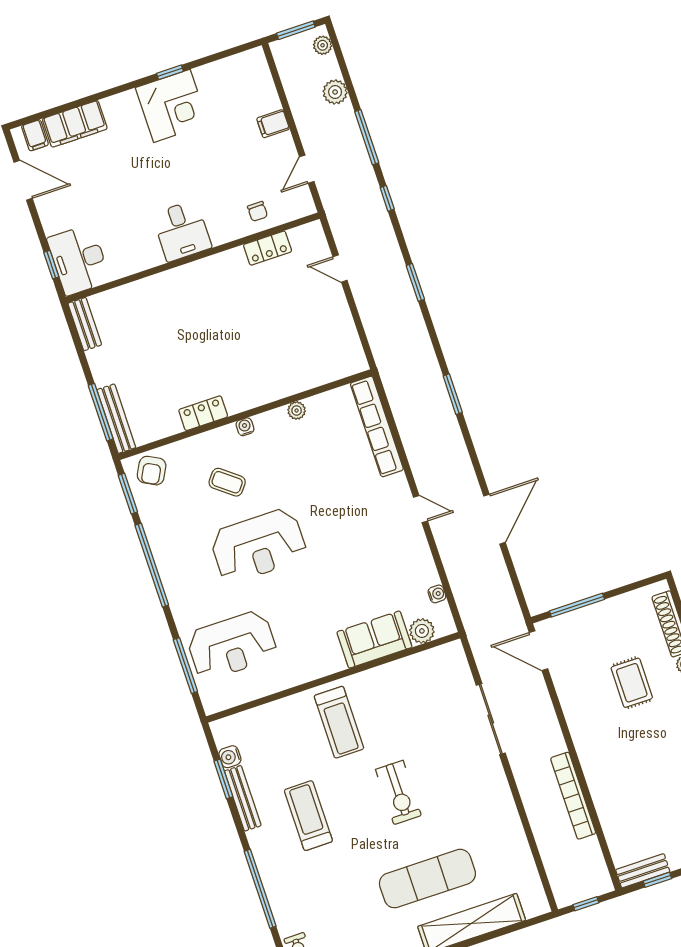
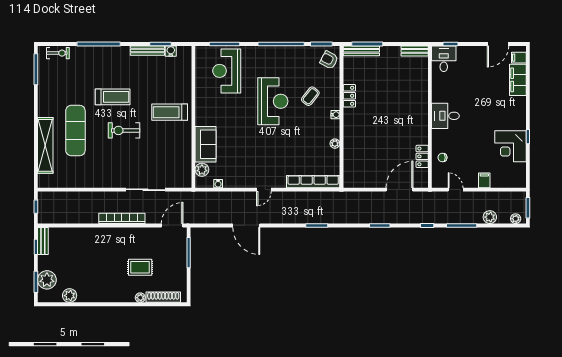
corner desk: (172, 106) -> (510, 146), moved
desk: (79, 260) -> (444, 59), width x0.73
door: (340, 269) -> (400, 190), width x1.87
reception desk: (258, 546) -> (273, 101), turned 180
bookcase: (573, 796) -> (122, 218), moved
treadmill: (308, 816) -> (113, 97), moved

